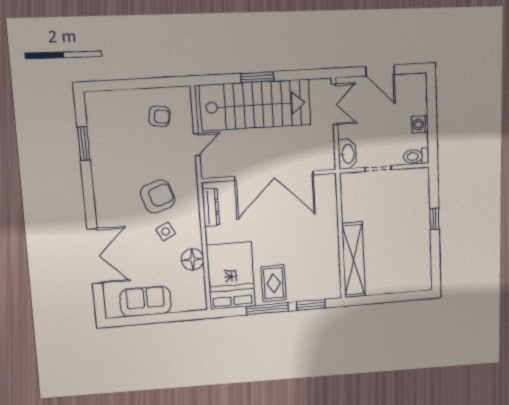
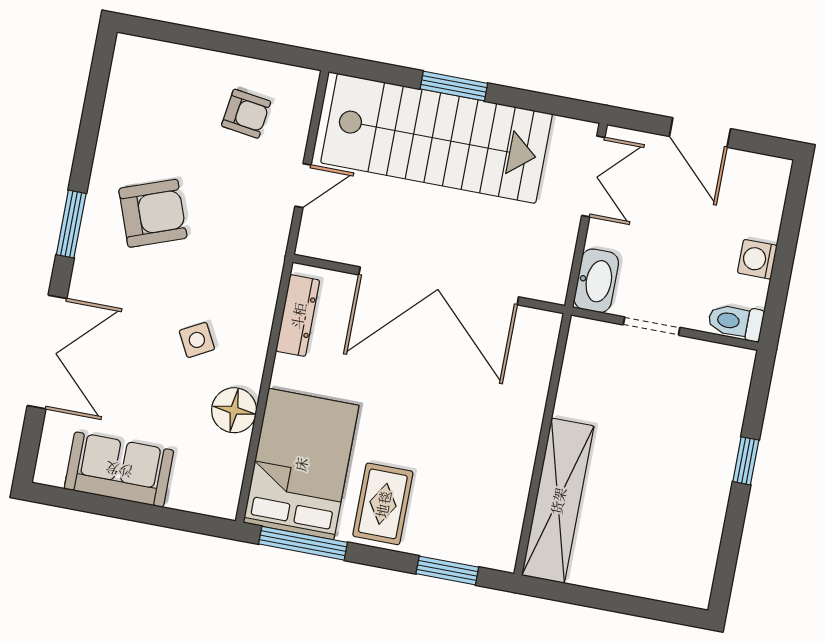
window: (84, 144) -> (71, 224), moved
armchair: (158, 196) -> (153, 213), moved
window: (267, 309) -> (303, 543), moved

